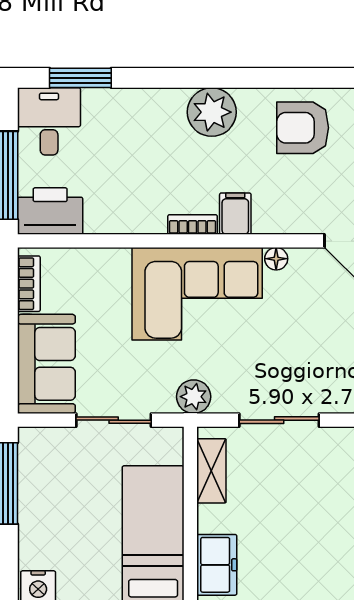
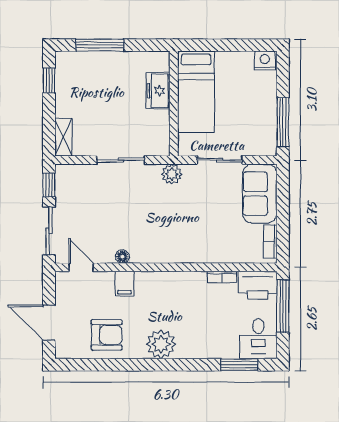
filing cabinet: (235, 214) -> (125, 284), moved
bookcase: (193, 224) -> (222, 277), moved
corner sofa: (197, 294) -> (170, 236), removed
shelving: (211, 471) -> (161, 130), removed
freezer: (217, 565) -> (158, 91), moved

